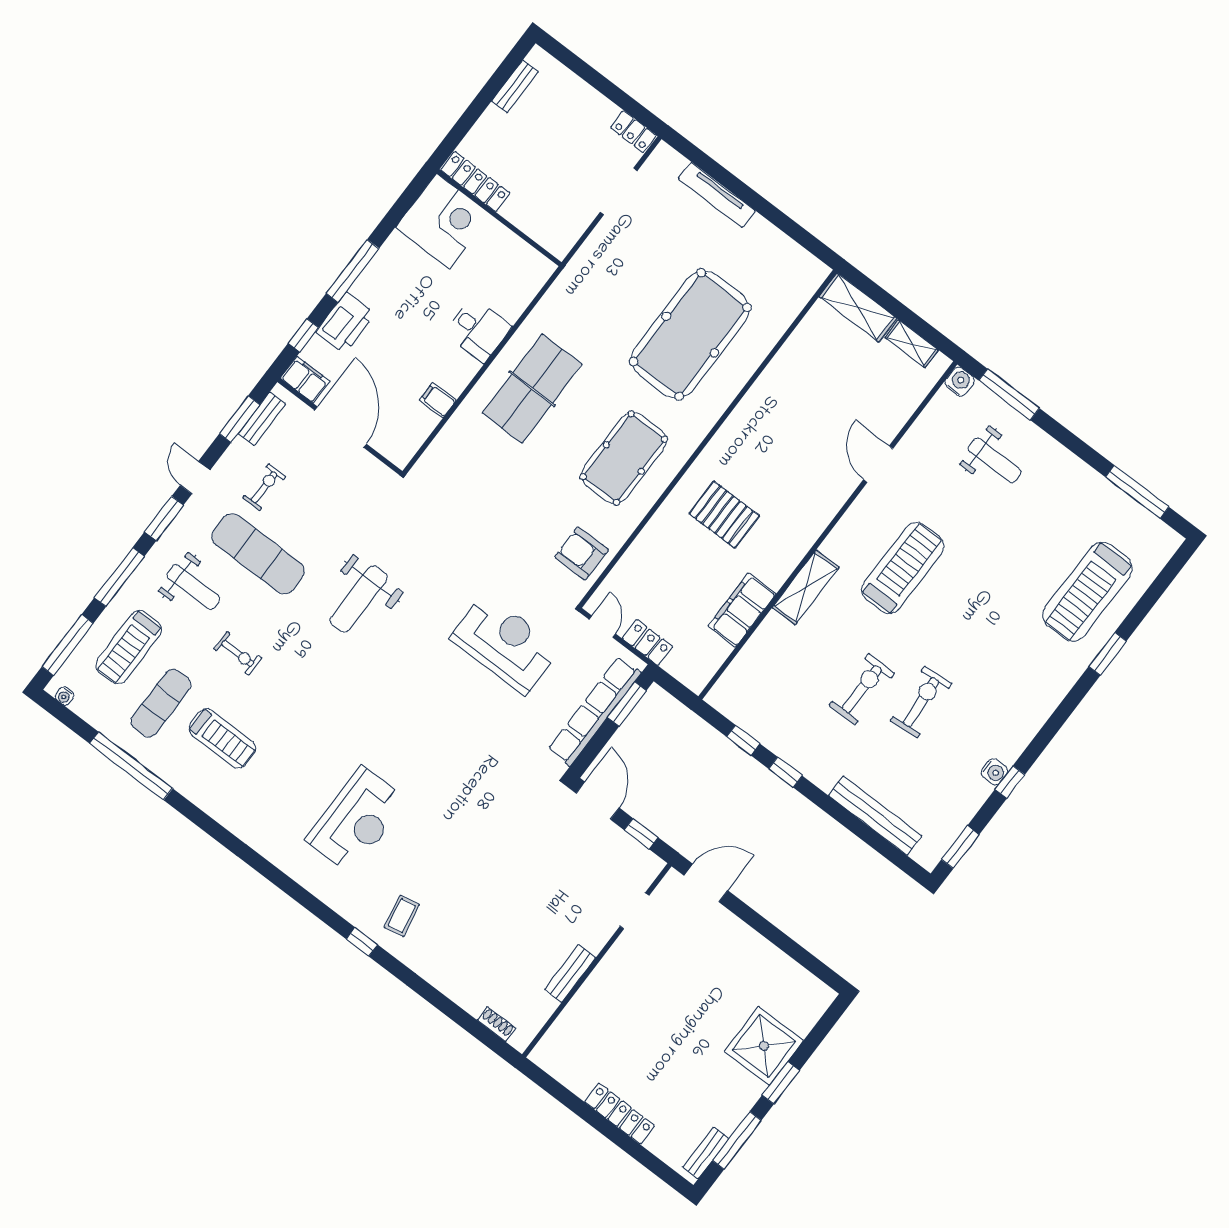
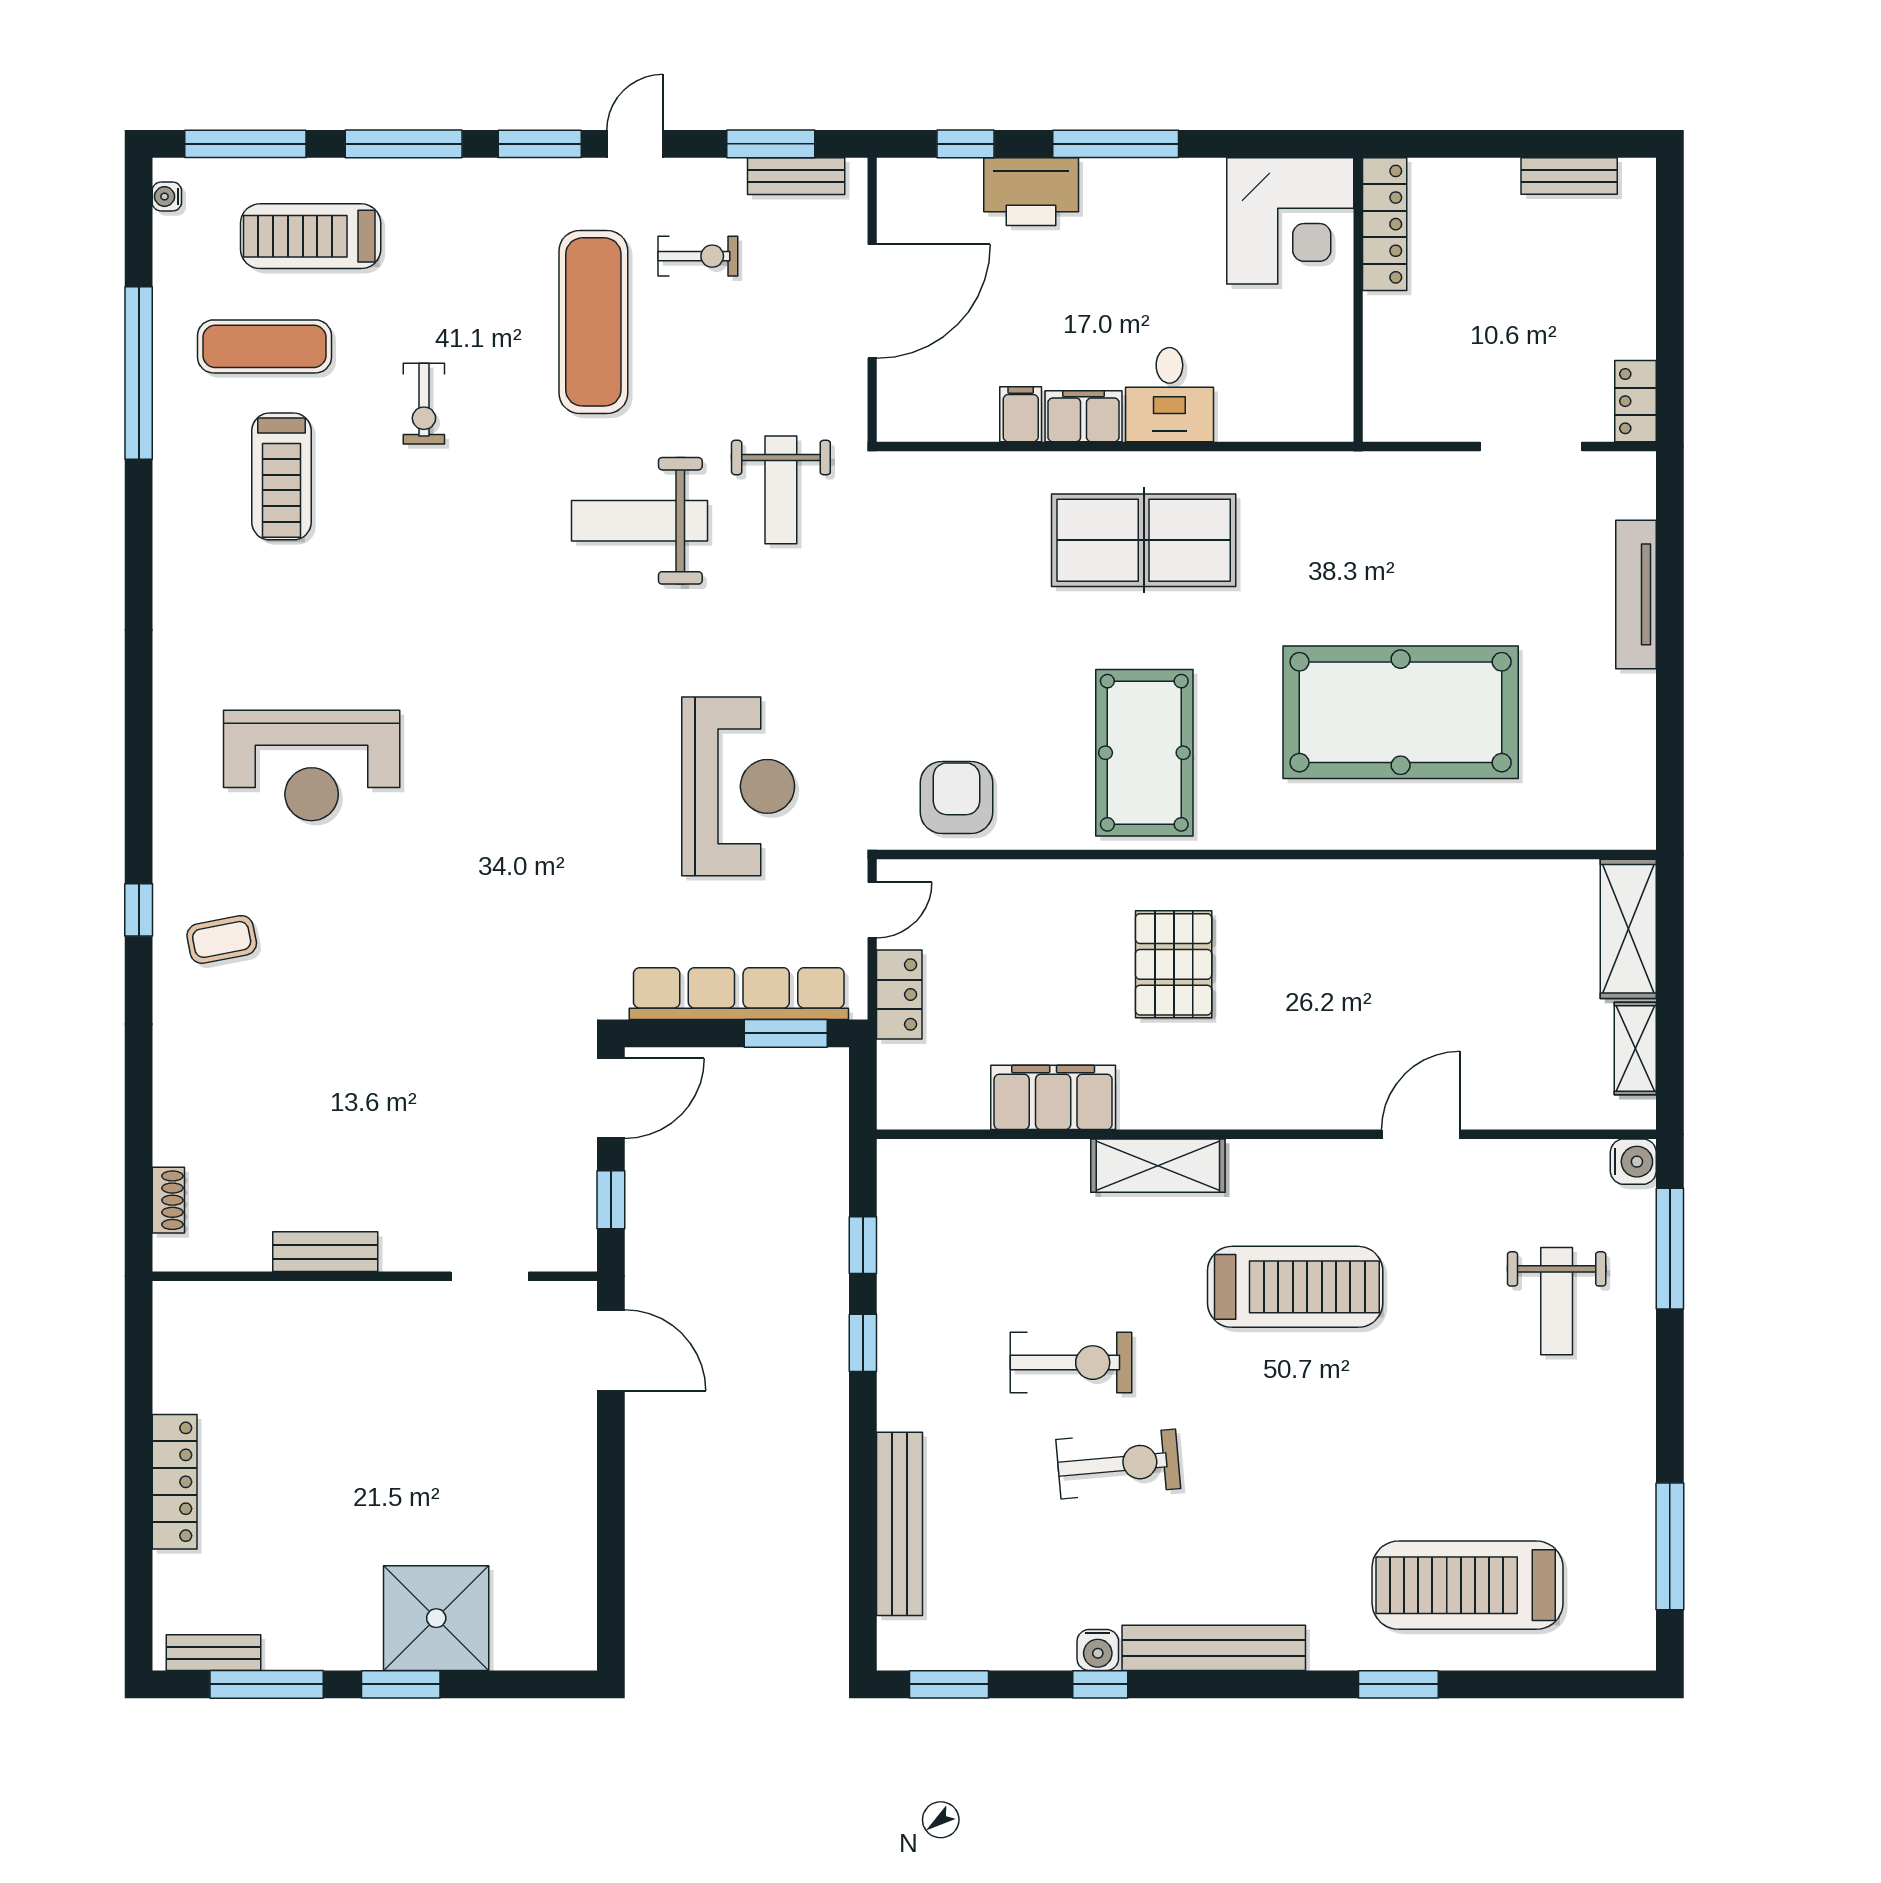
filing cabinet: (305, 380) -> (1084, 416), moved, turned -90
pool table: (624, 458) -> (1144, 753), turned 90
weight bench: (193, 587) -> (781, 490), moved
bench: (1031, 721) -> (1214, 1648), added

